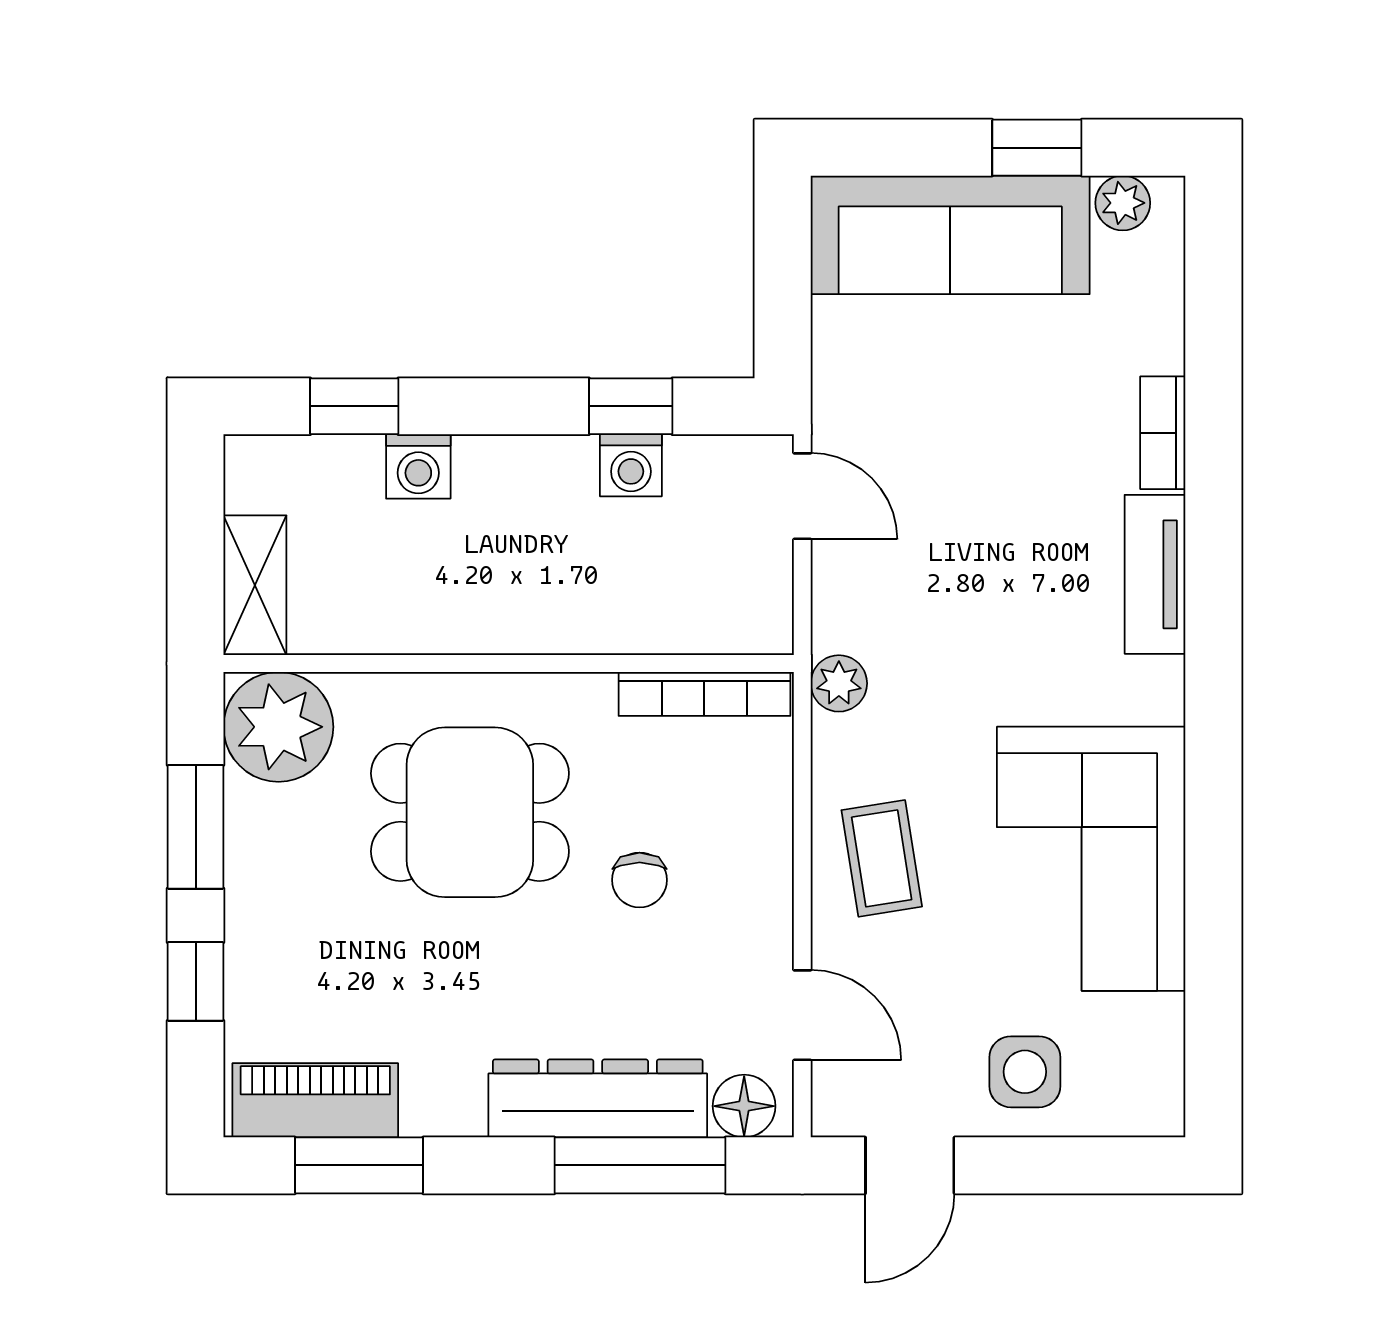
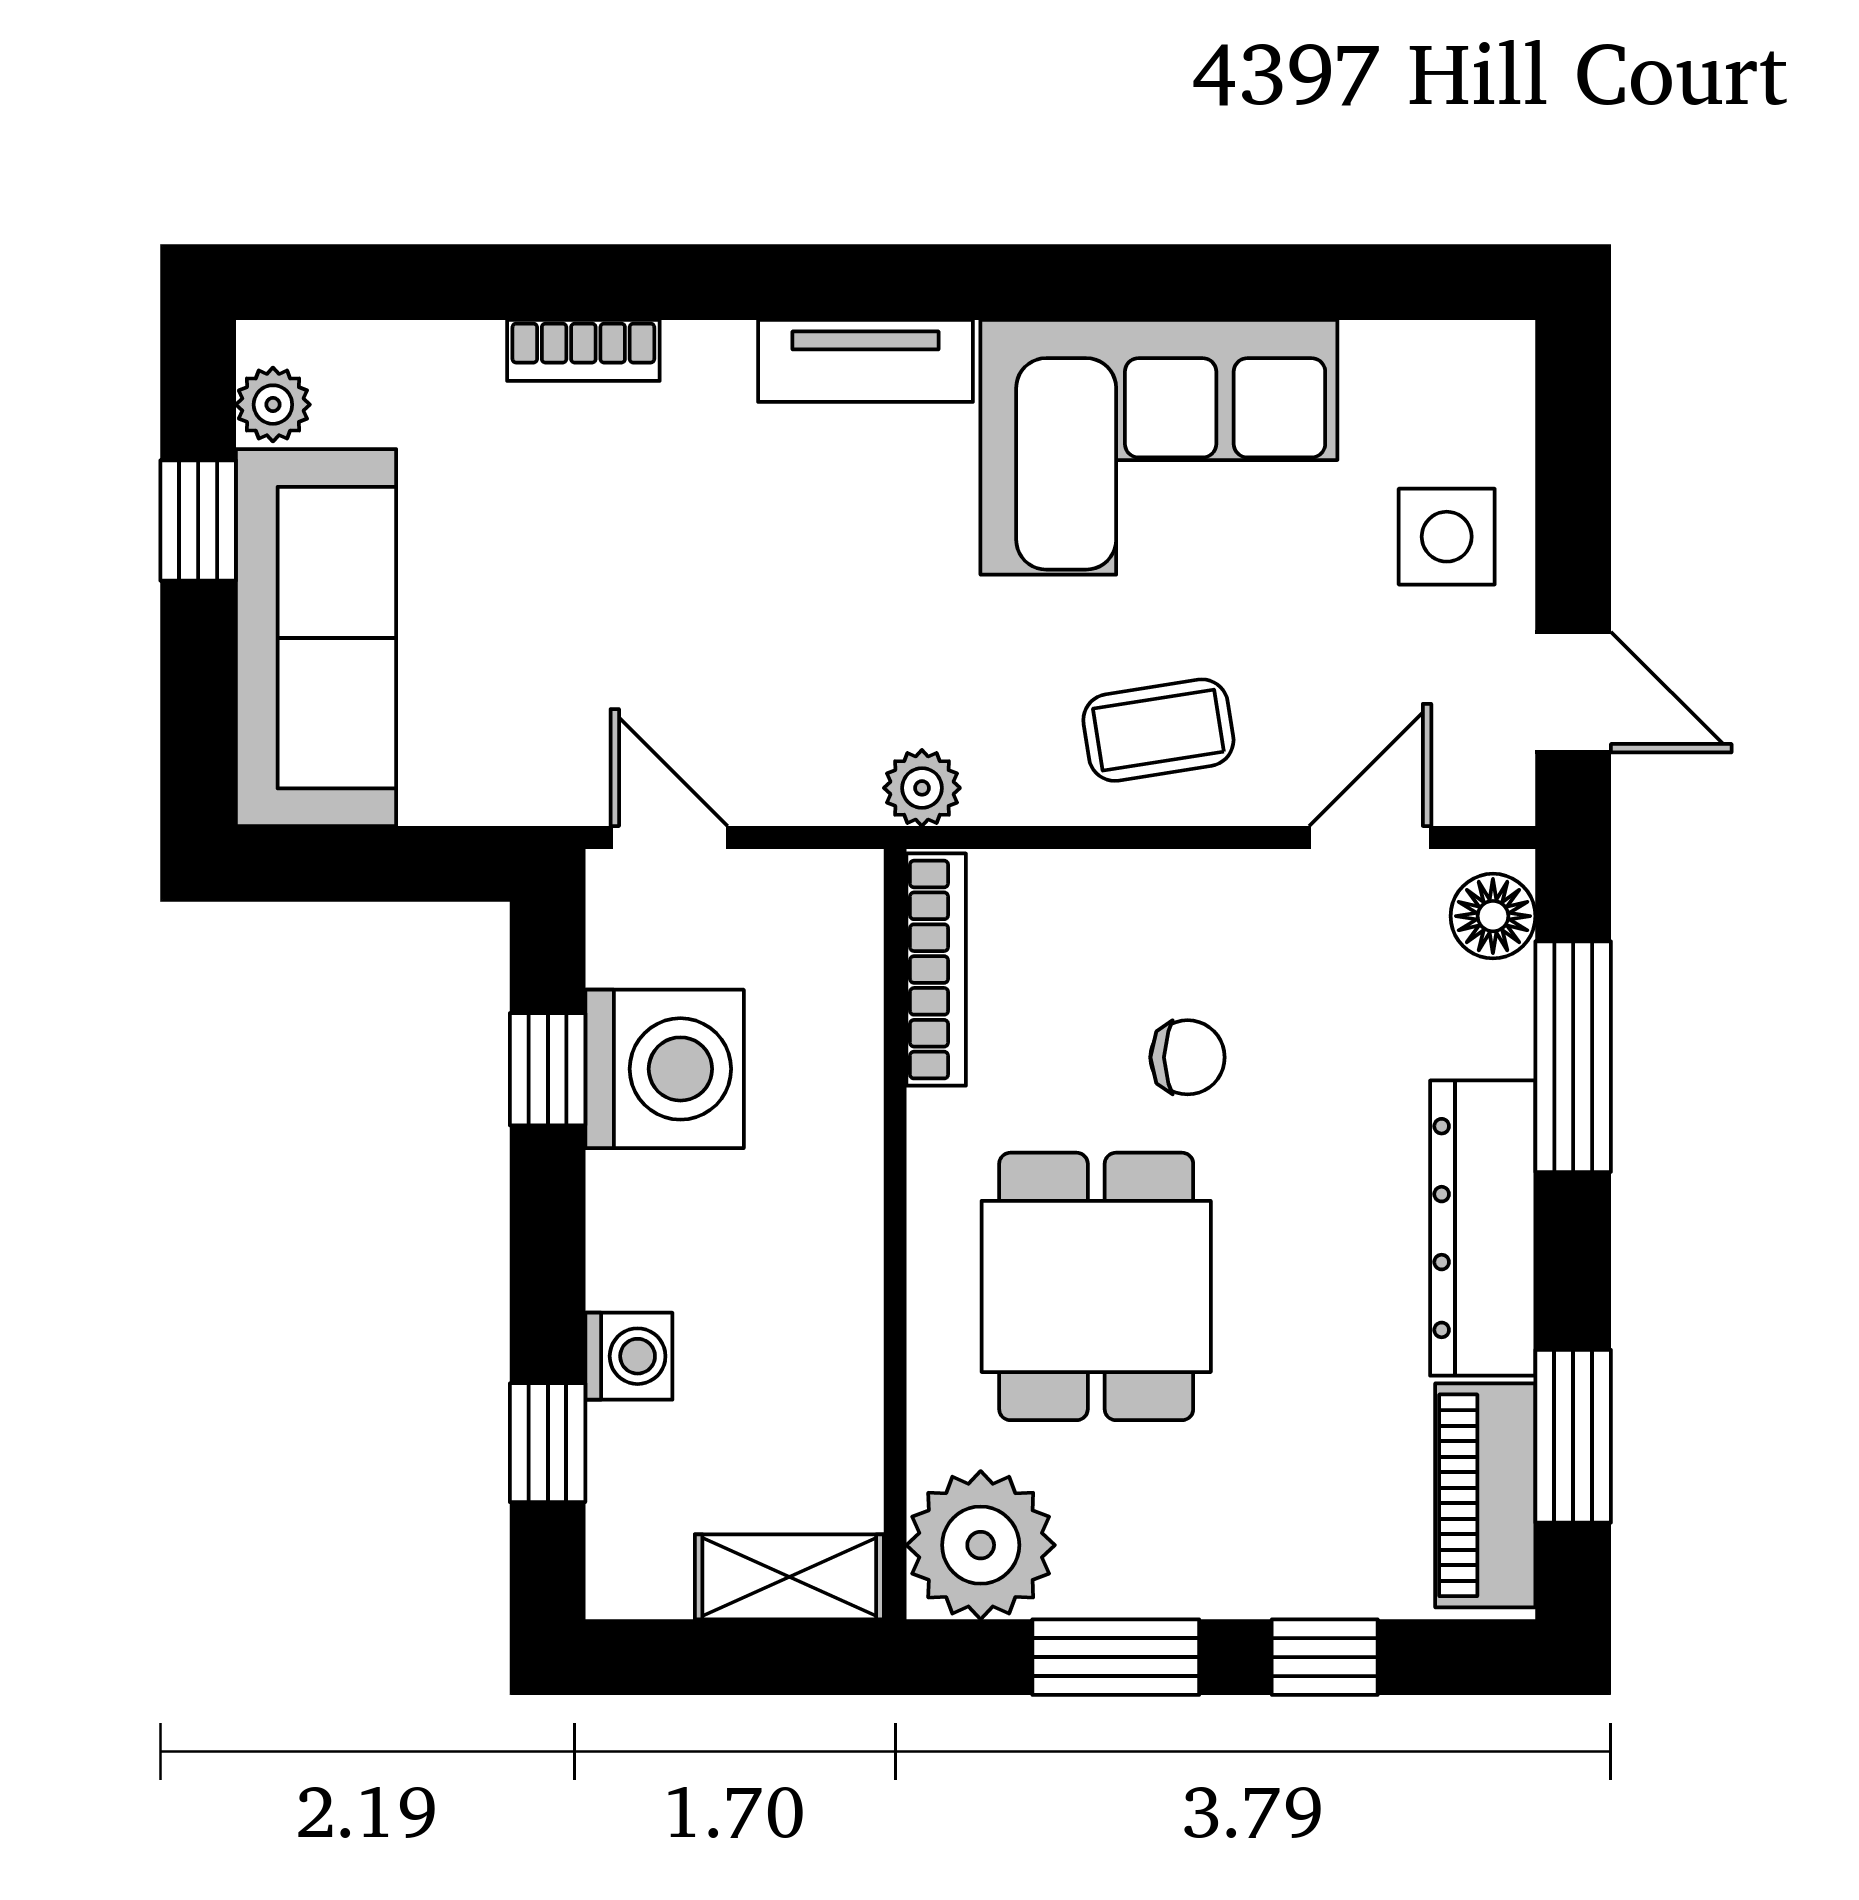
washing machine: (631, 465) -> (665, 1069), width x1.89, depth x1.89
door: (802, 496) -> (669, 837), hinge flipped
tv unit: (1155, 574) -> (866, 361), moved
dresser: (598, 1098) -> (1483, 1228), moved

